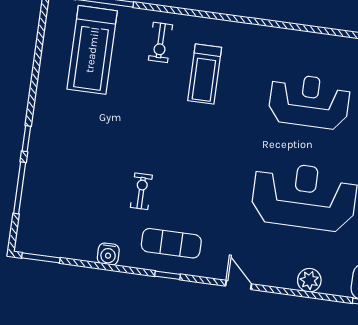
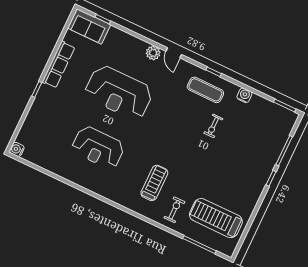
treadmill: (92, 50) -> (216, 218), turned -90
plant: (309, 280) -> (153, 53), moved

